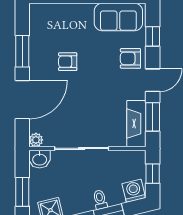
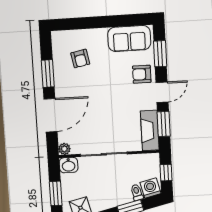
window: (153, 36) -> (160, 54), width x1.50
armchair: (68, 62) -> (80, 59), moved, turned -101
toilet: (100, 200) -> (137, 192), moved

